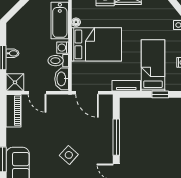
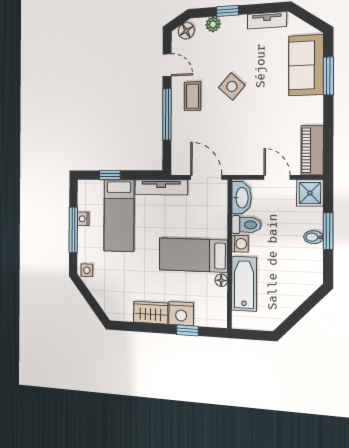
bed: (97, 44) -> (193, 255), width x0.67
tv unit: (126, 86) -> (161, 187), width x1.41
coffee table: (97, 149) -> (192, 96), added

